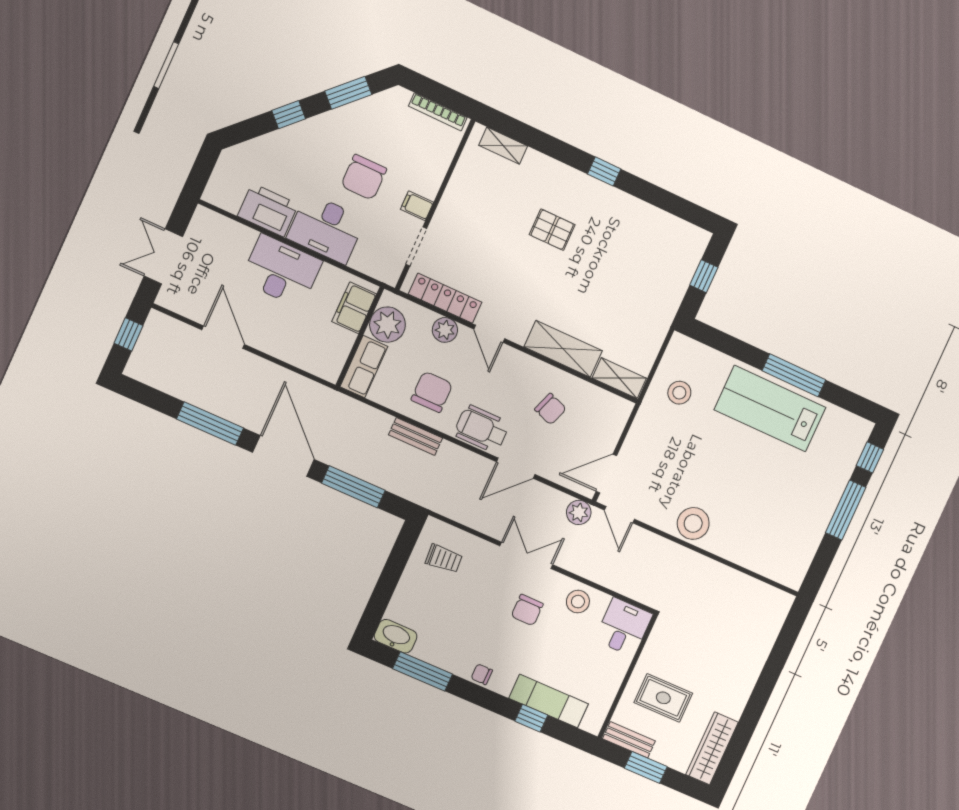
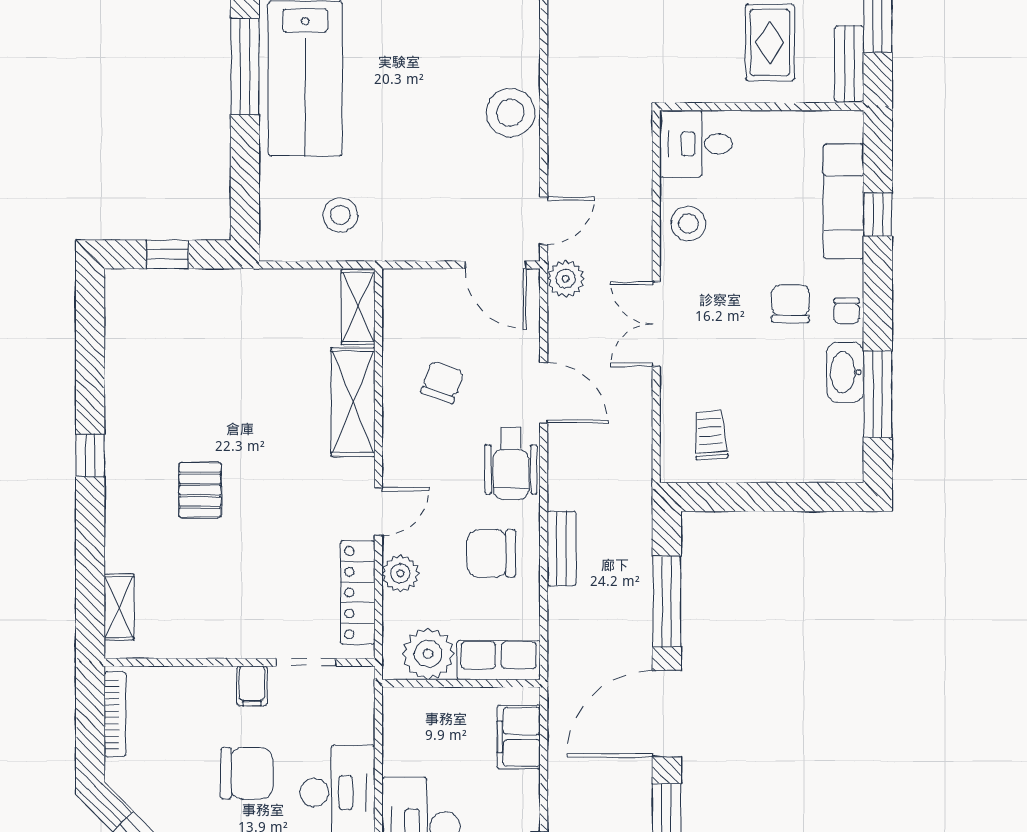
filing cabinet: (354, 308) -> (519, 737), moved, turned 90
chair: (527, 610) -> (790, 304), moved, turned -90
washbasin: (396, 636) -> (845, 372), moved

